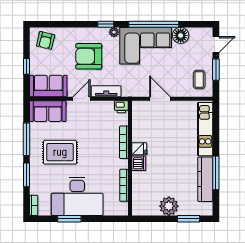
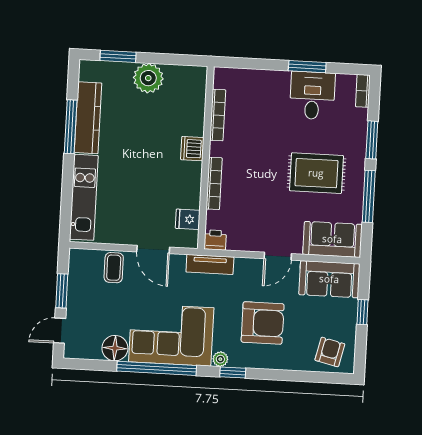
coffee table: (199, 79) -> (114, 268), moved
tv unit: (106, 91) -> (210, 264), moved
fridge: (139, 149) -> (188, 219), moved
desk: (77, 196) -> (312, 95), width x0.53, depth x0.77

